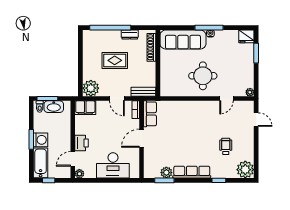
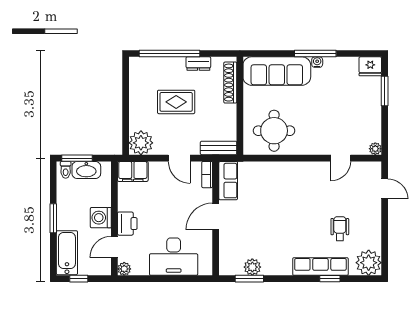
round table: (203, 76) -> (274, 131), moved
washing machine: (41, 140) -> (101, 218), moved, turned 180
row of seats: (192, 172) -> (320, 267), moved

